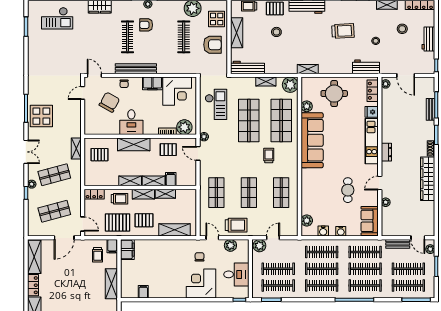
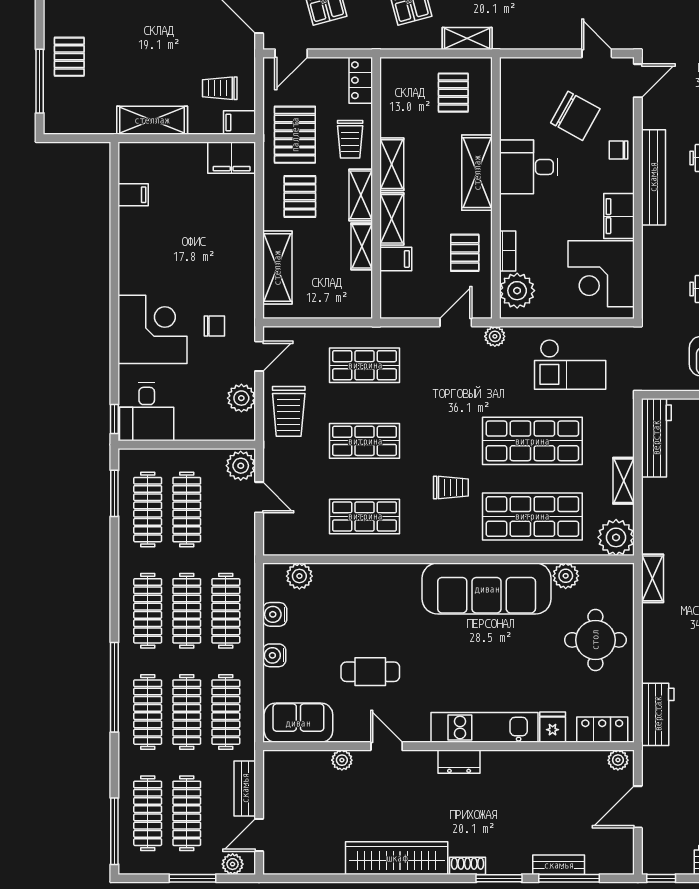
desk: (236, 274) -> (147, 412), moved

